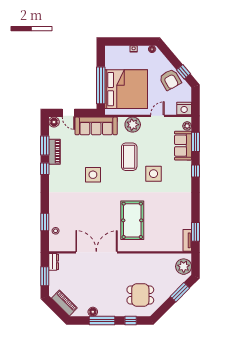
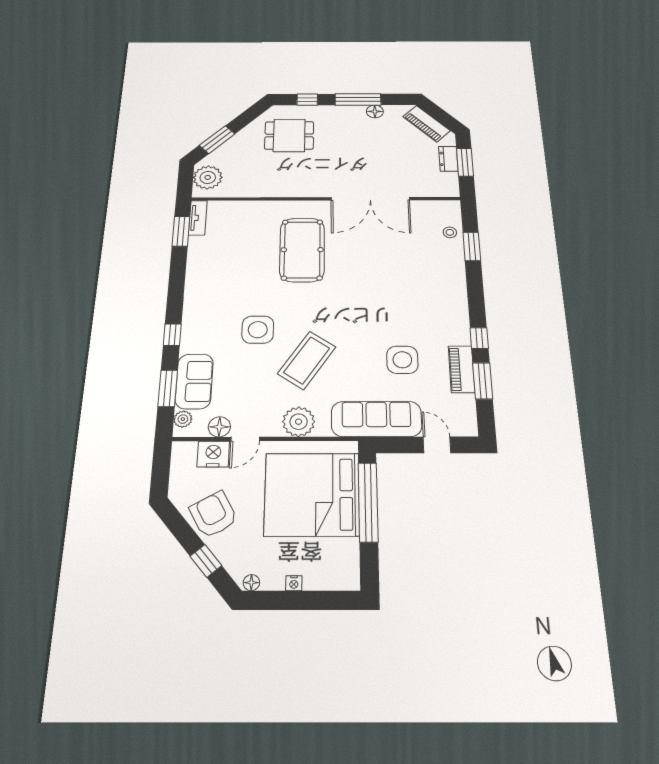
window: (183, 72) -> (206, 561), moved
nightstand: (184, 108) -> (213, 454), moved
floor lamp: (54, 122) -> (219, 427), moved
coffee table: (129, 157) -> (307, 360), turned 34
side table: (93, 175) -> (402, 360), moved
dresser: (54, 262) -> (448, 159), moved

